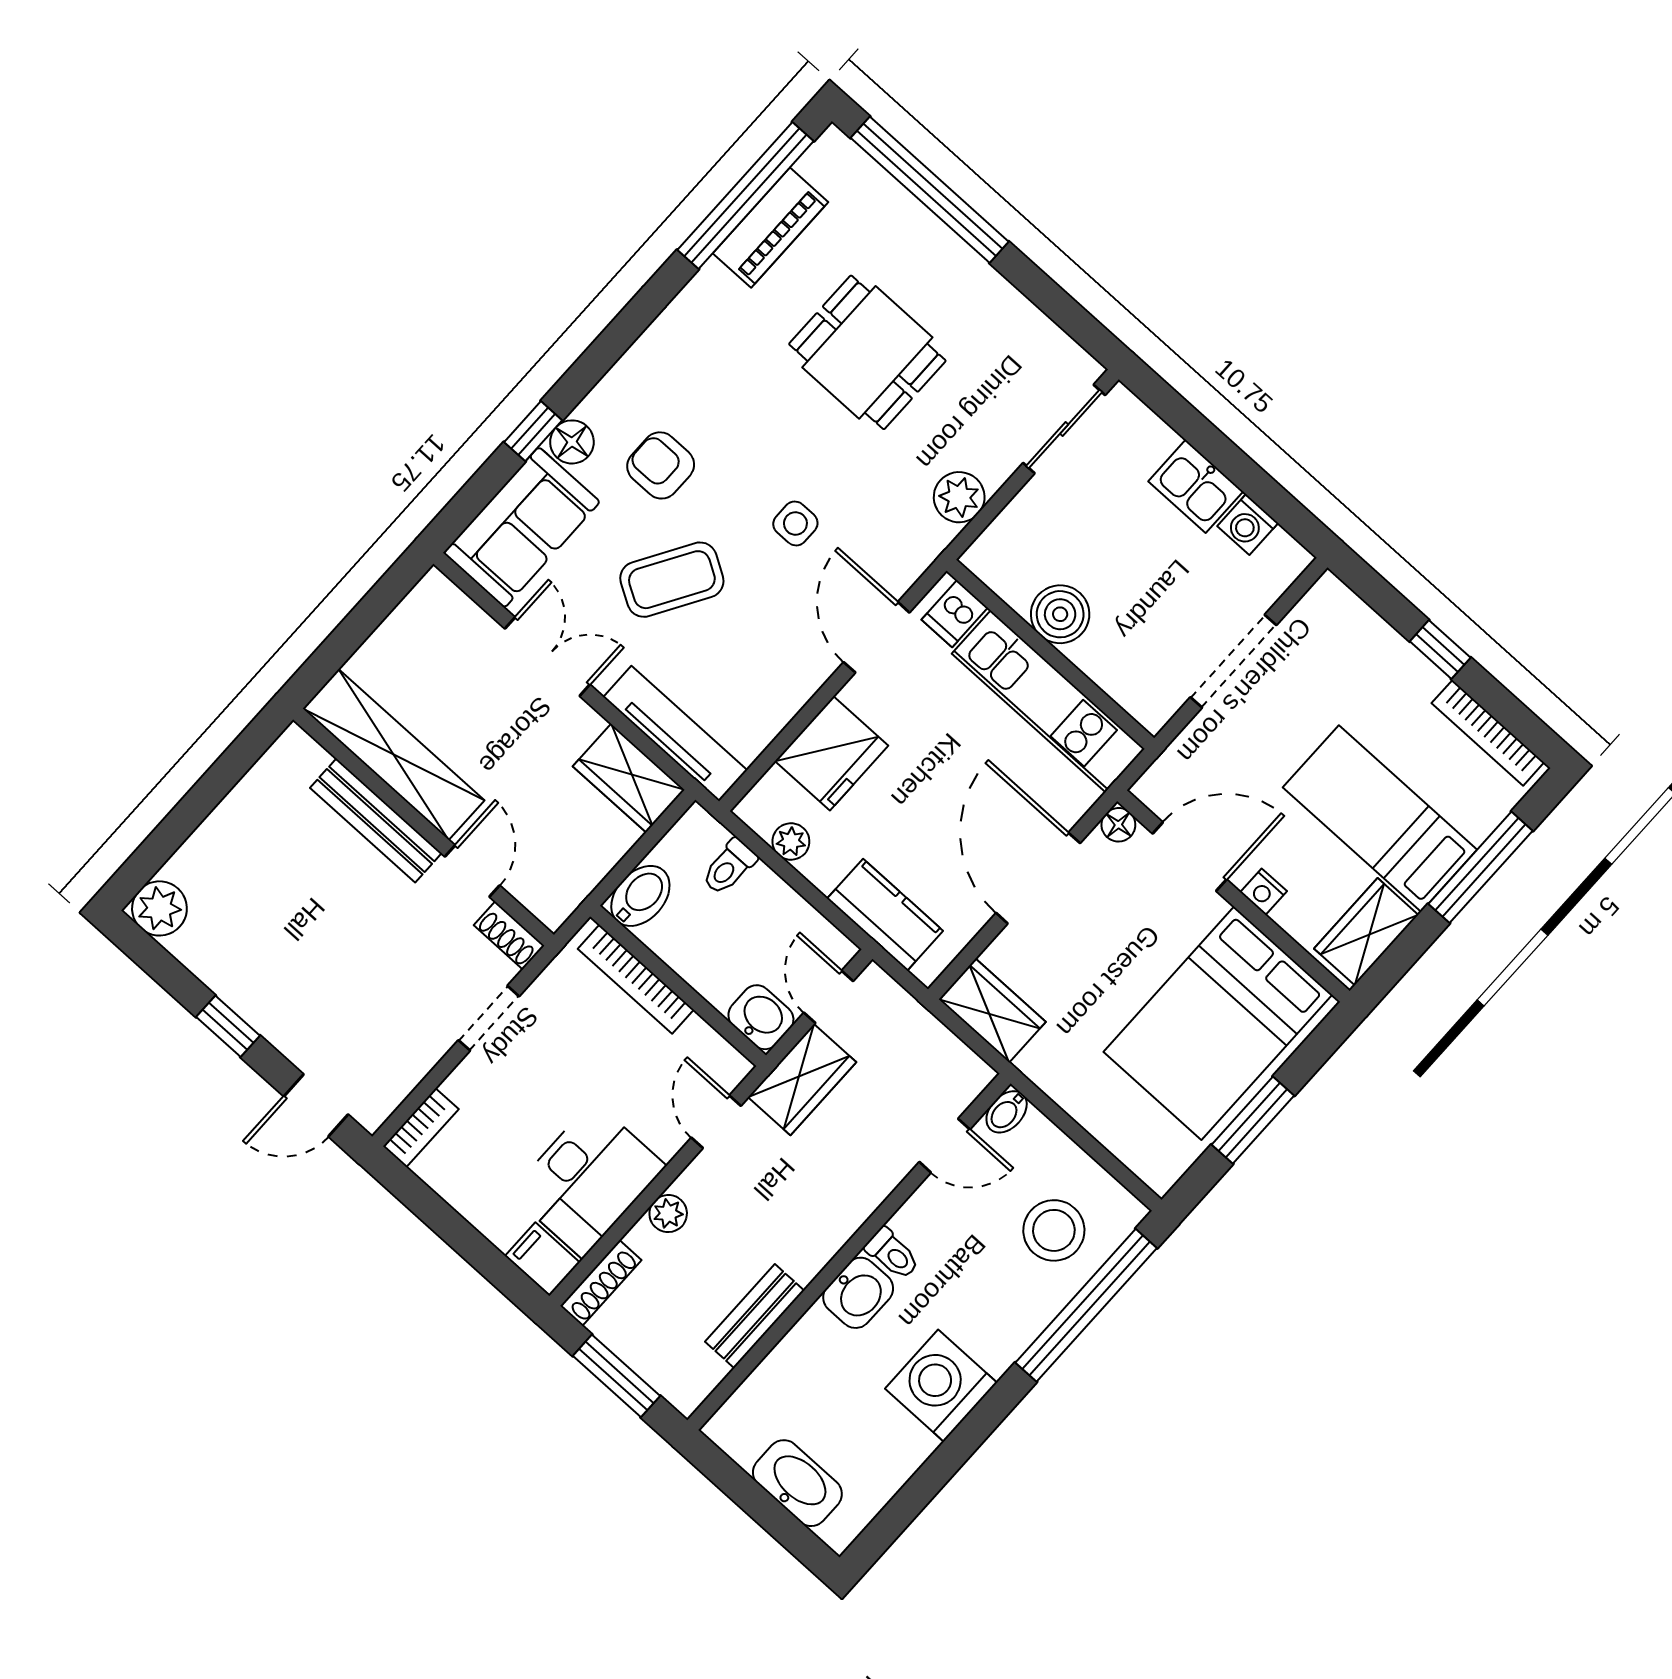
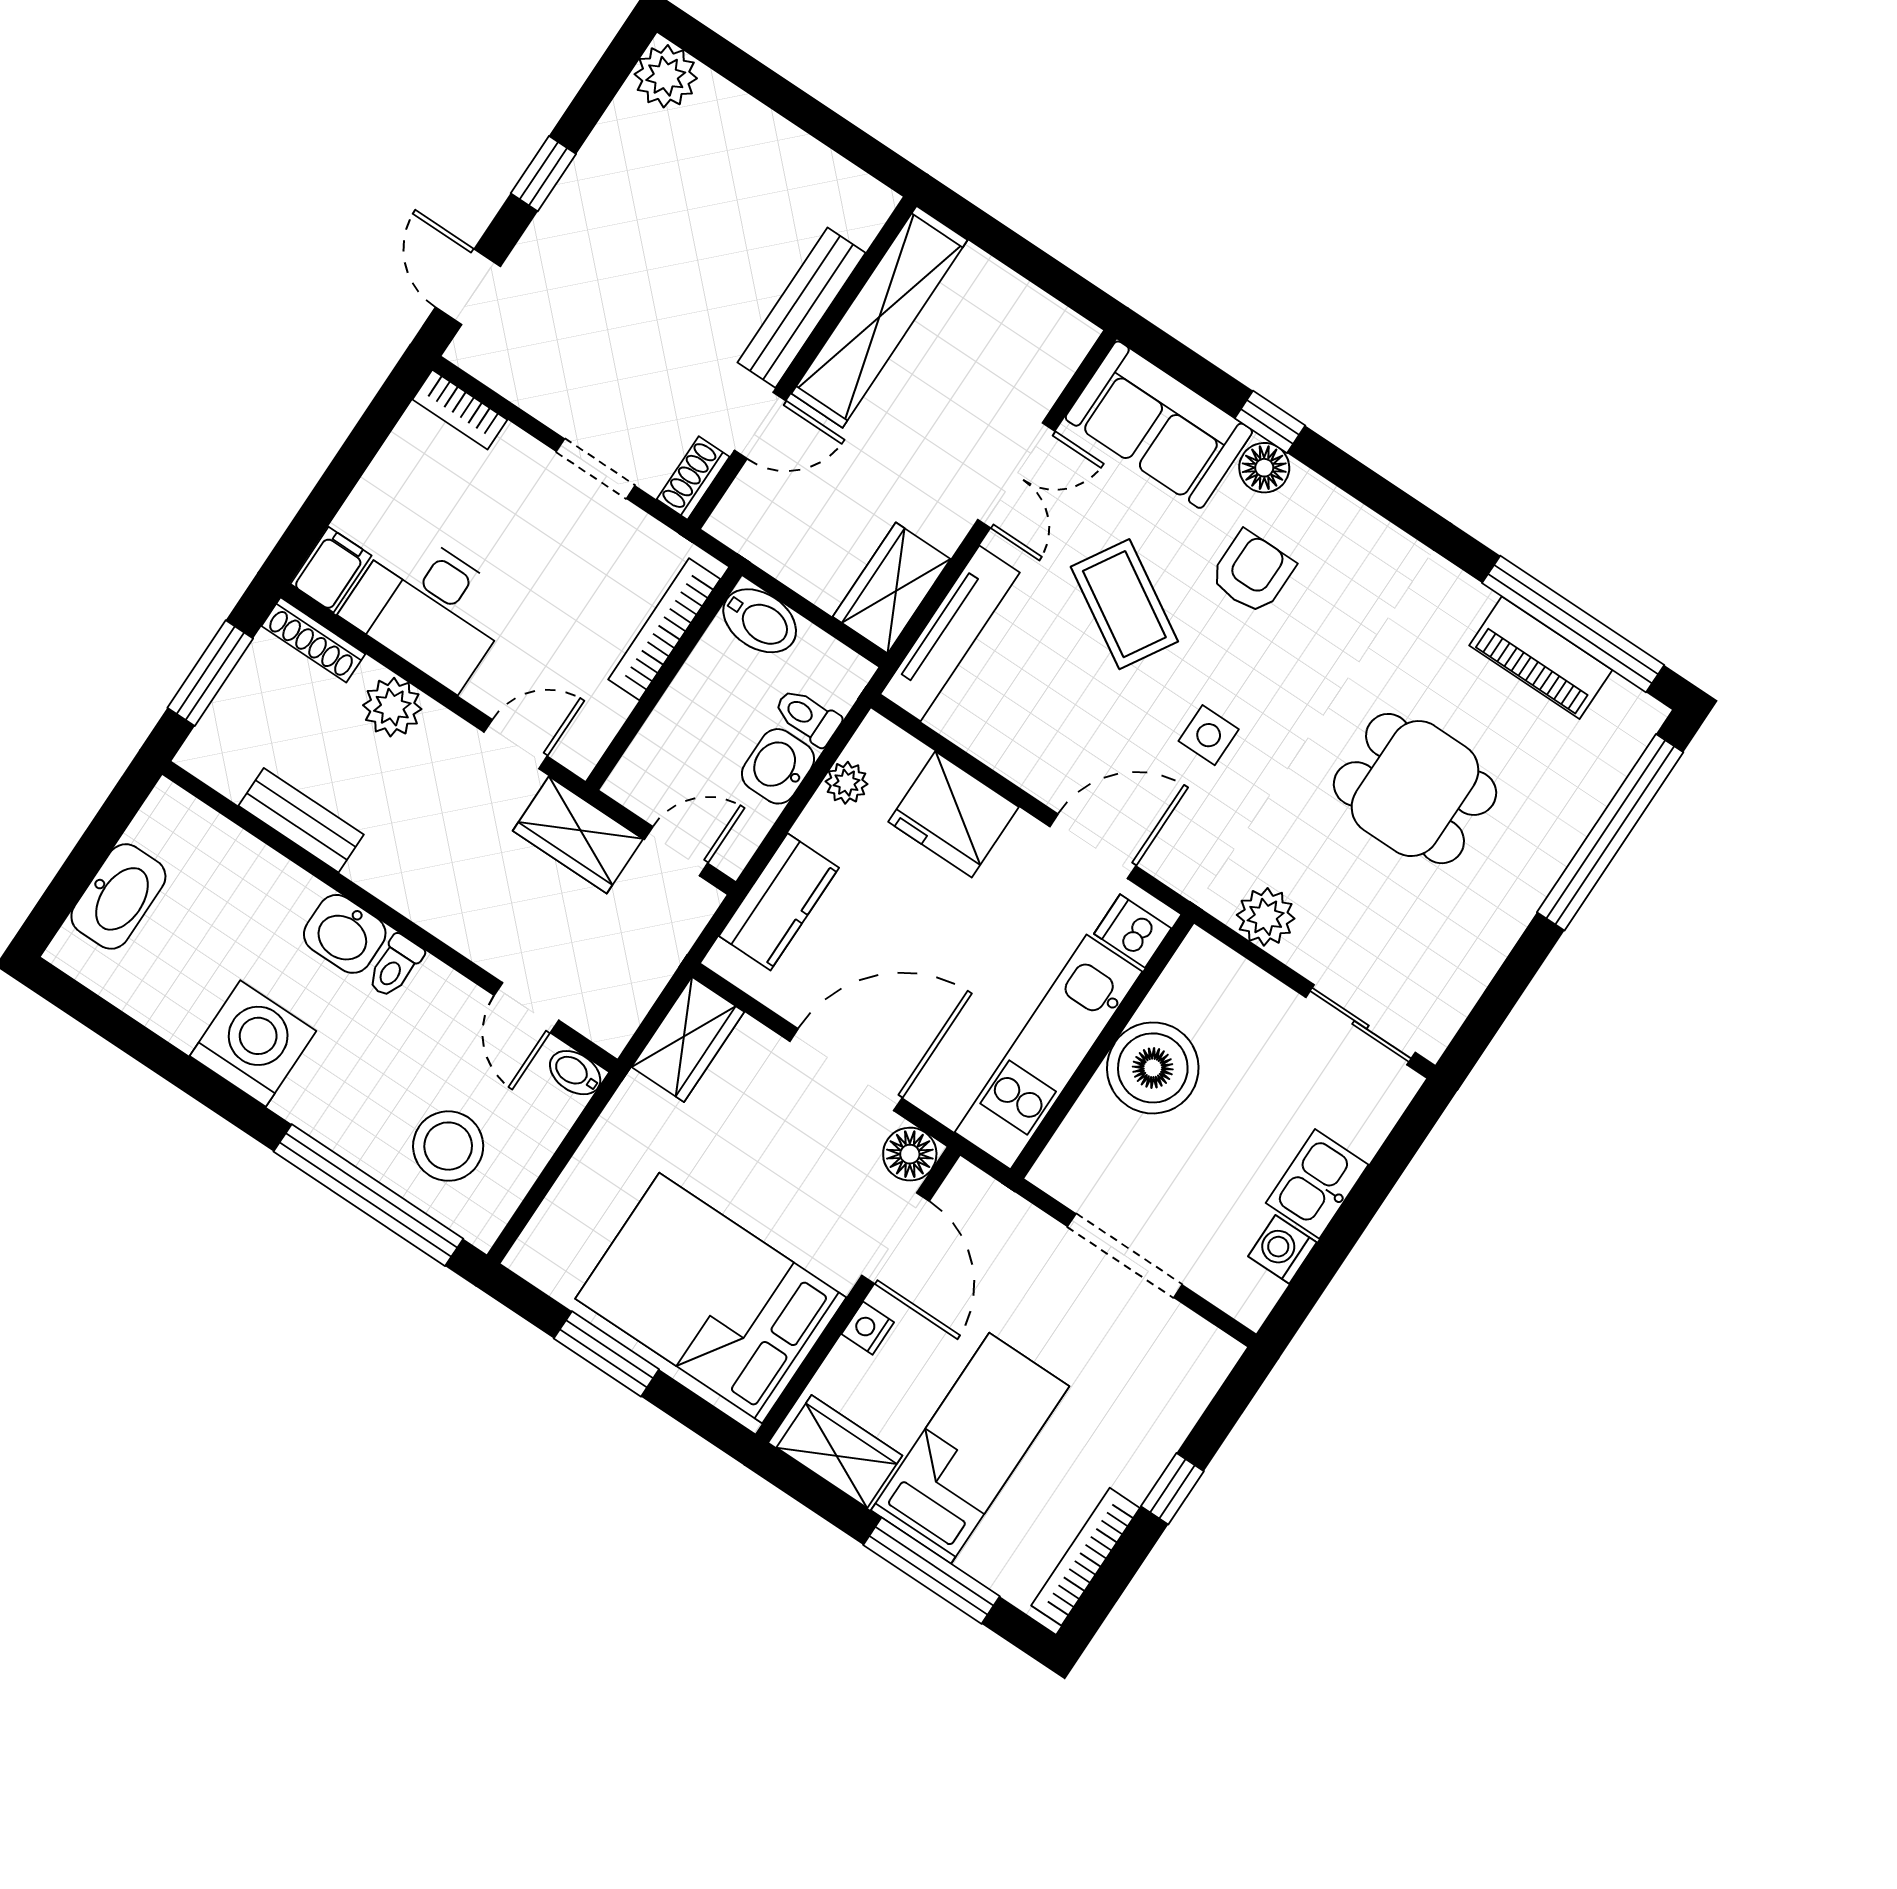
dining table: (867, 352) -> (1415, 789), turned 90
boiler: (1060, 614) -> (1153, 1068), width x1.37, depth x1.37
floor lamp: (1118, 825) -> (910, 1154), width x1.37, depth x1.37
washbasin: (761, 1017) -> (778, 766), moved, turned 180
plant: (668, 1214) -> (392, 707), width x1.38, depth x1.38

